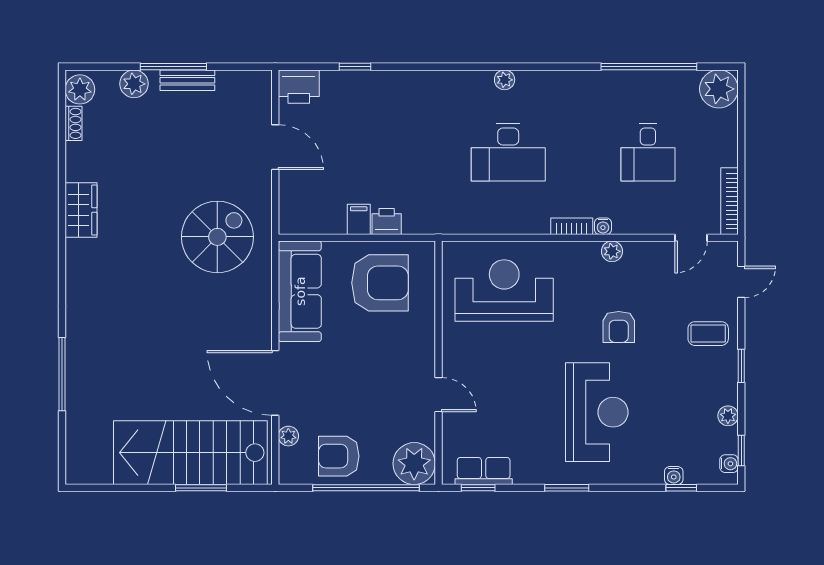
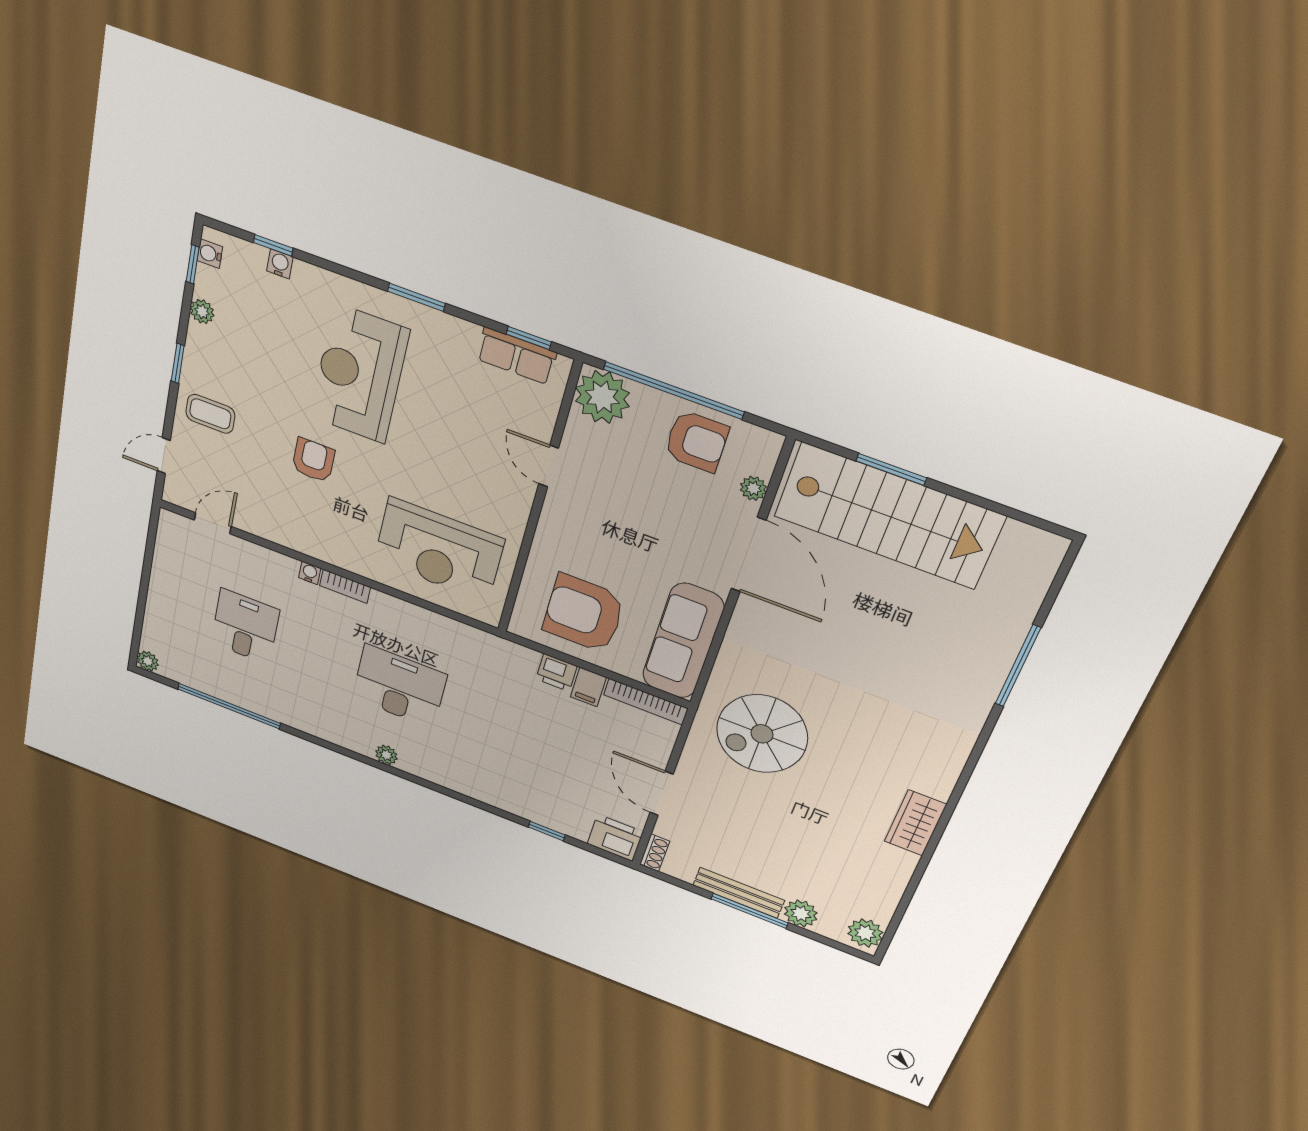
bench: (187, 80) -> (739, 893), width x1.36
plant: (719, 89) -> (148, 661), width x0.53, depth x0.53
shoe rack: (74, 123) -> (655, 853), moved, turned 180
bookcase: (729, 201) -> (646, 702), moved, turned 90
plant: (612, 251) -> (305, 543), removed

